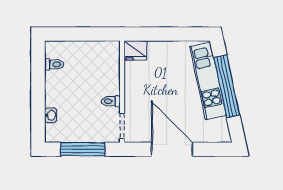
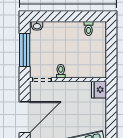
washbasin: (51, 115) -> (37, 26), moved

